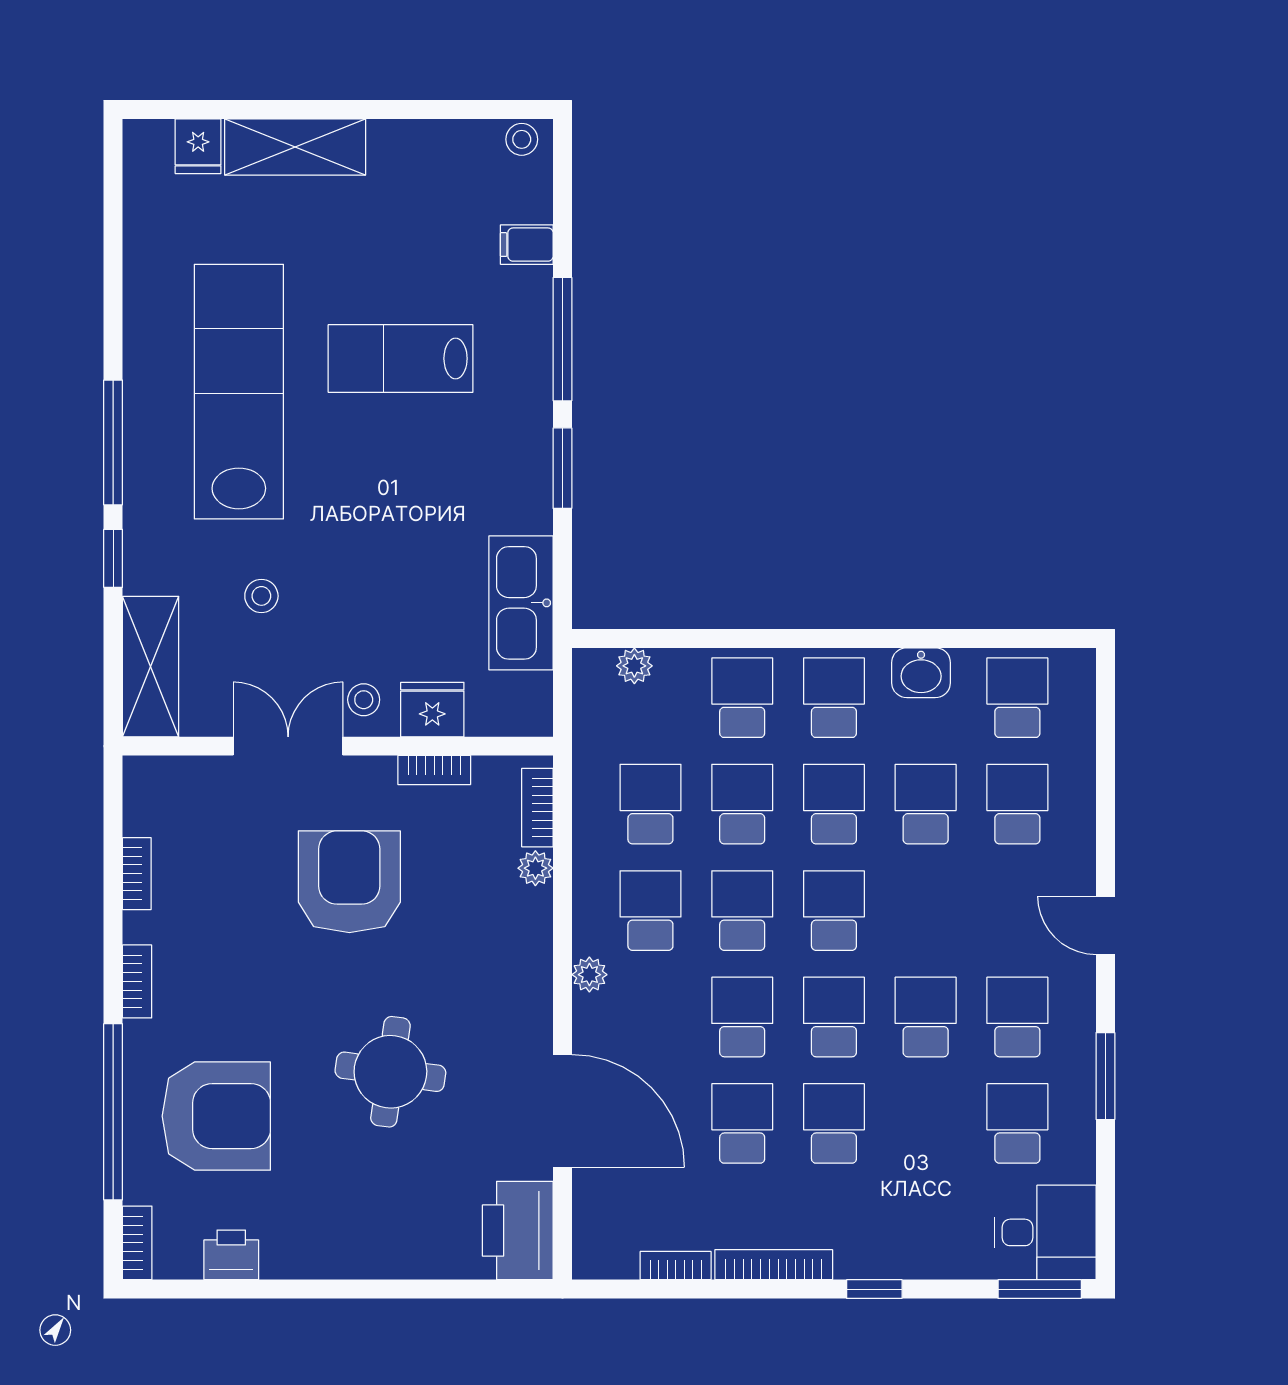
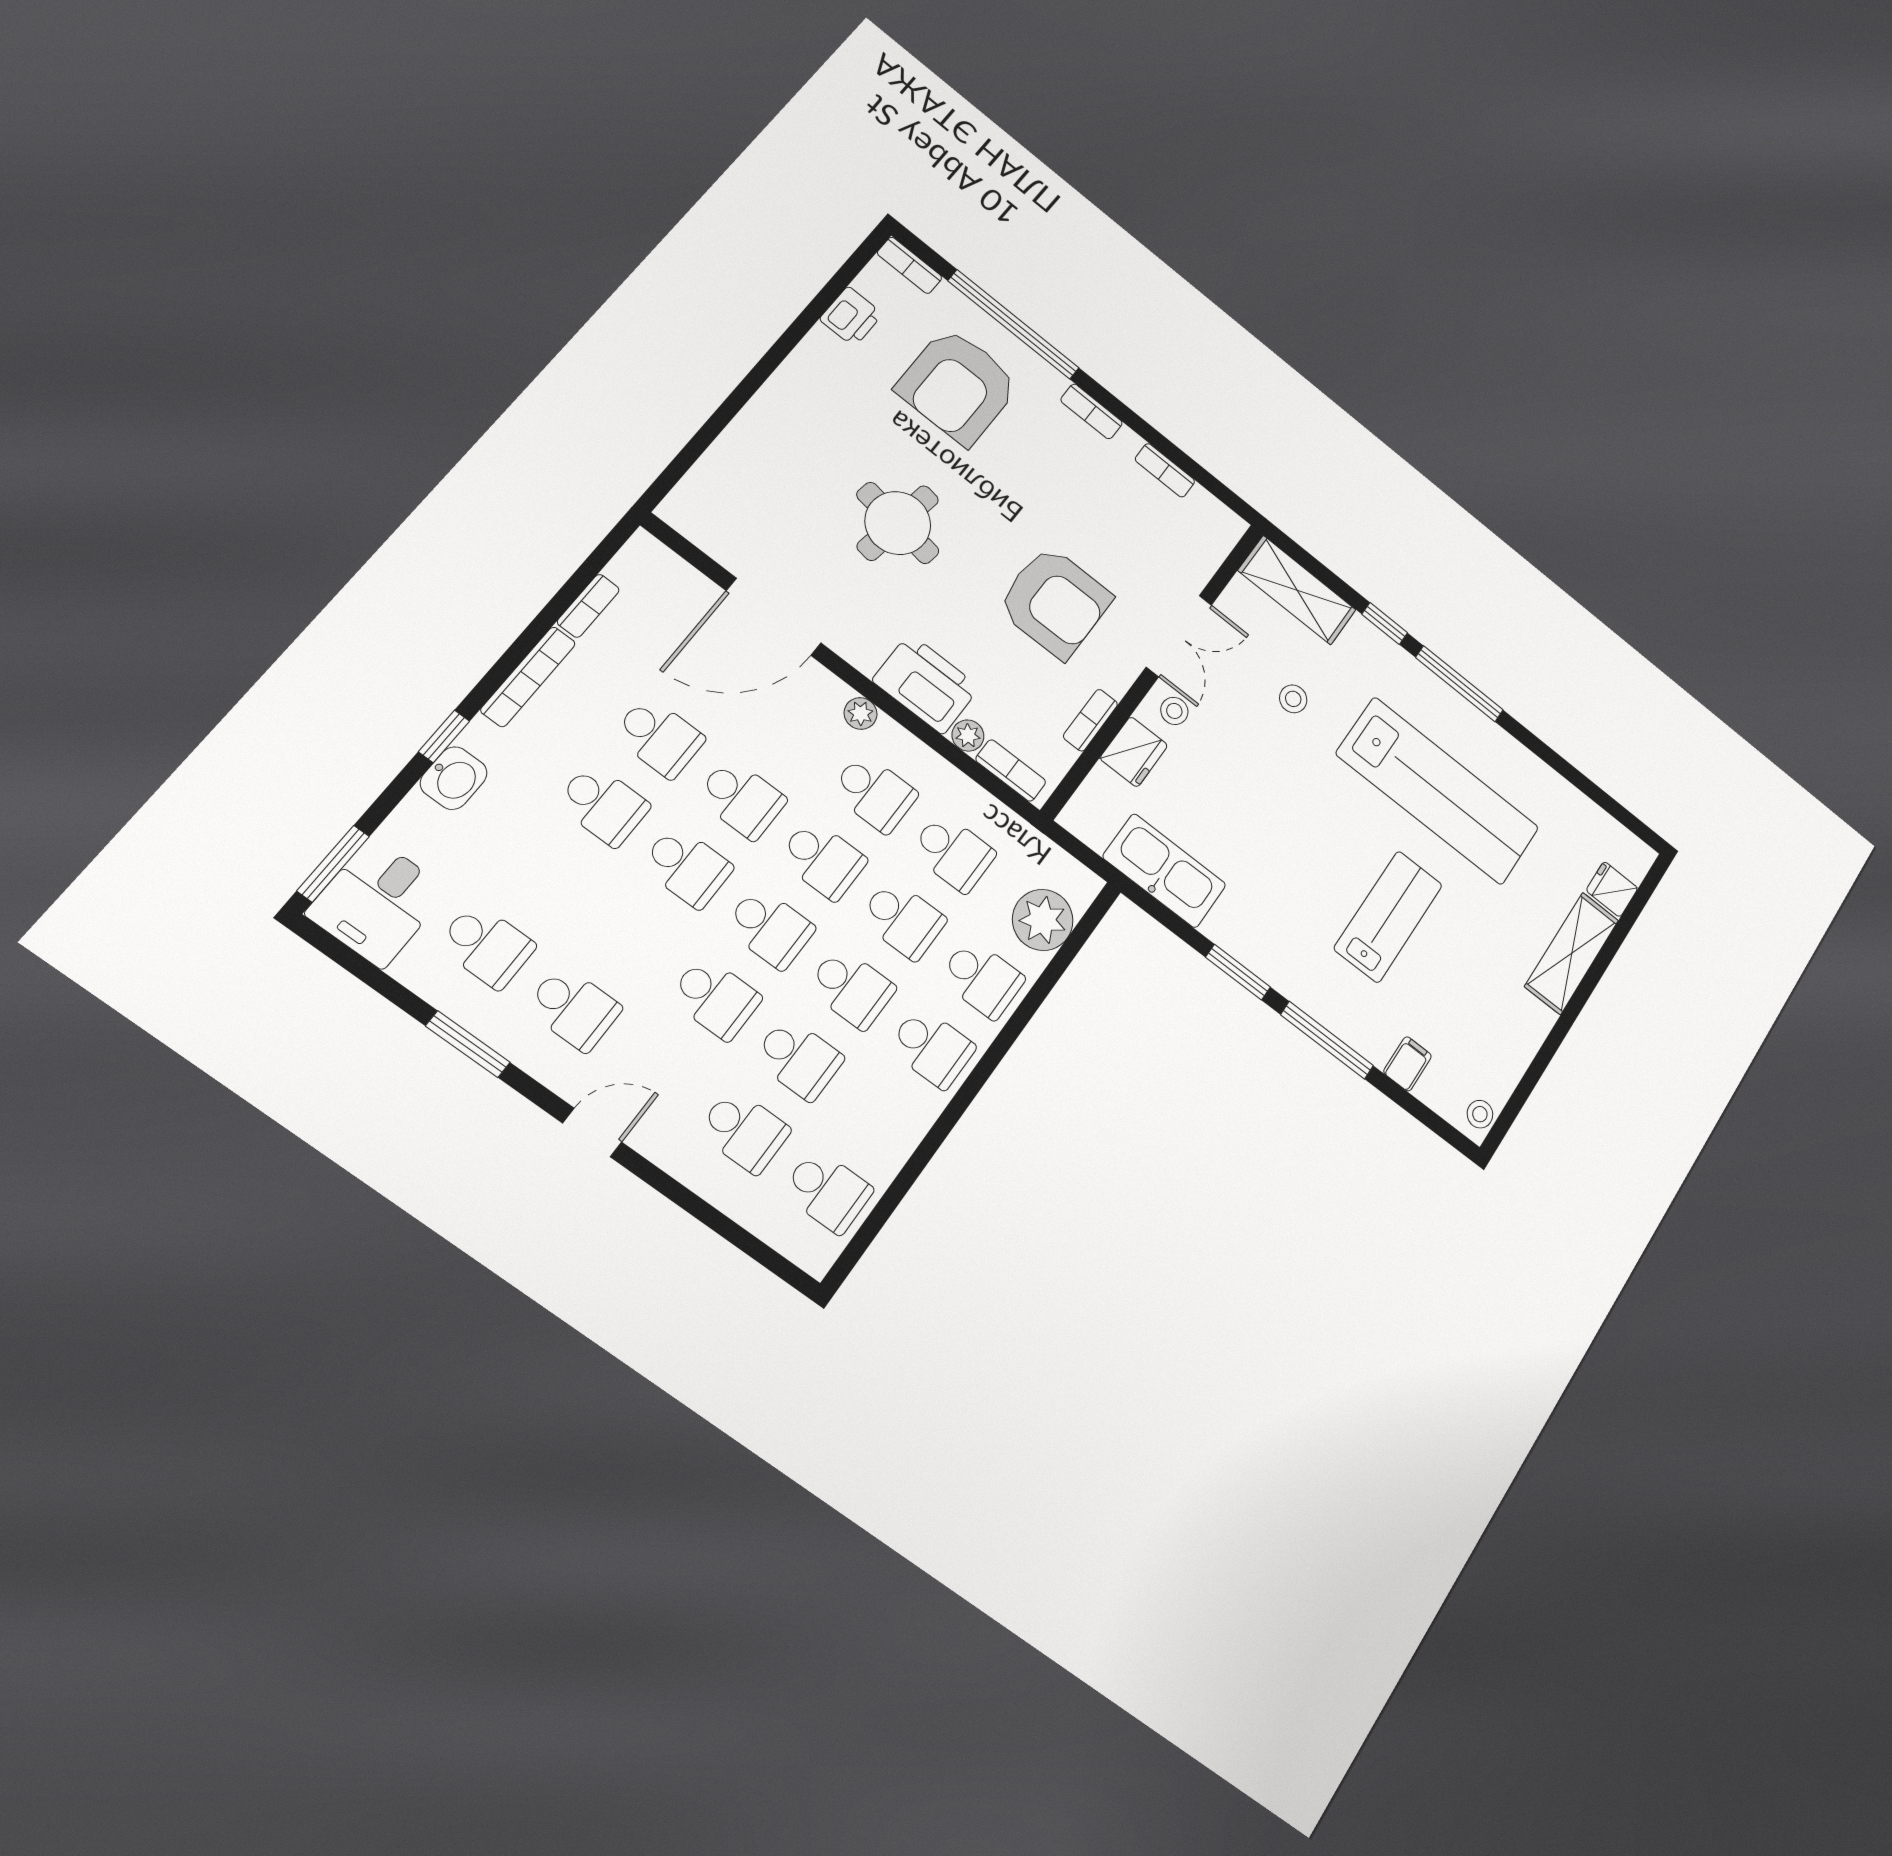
plant: (634, 666) -> (1043, 920), width x1.87, depth x1.87
washbasin: (921, 673) -> (454, 778), moved, turned 180
school desk: (926, 1017) -> (715, 998), moved
printer: (518, 1231) -> (926, 684), moved

